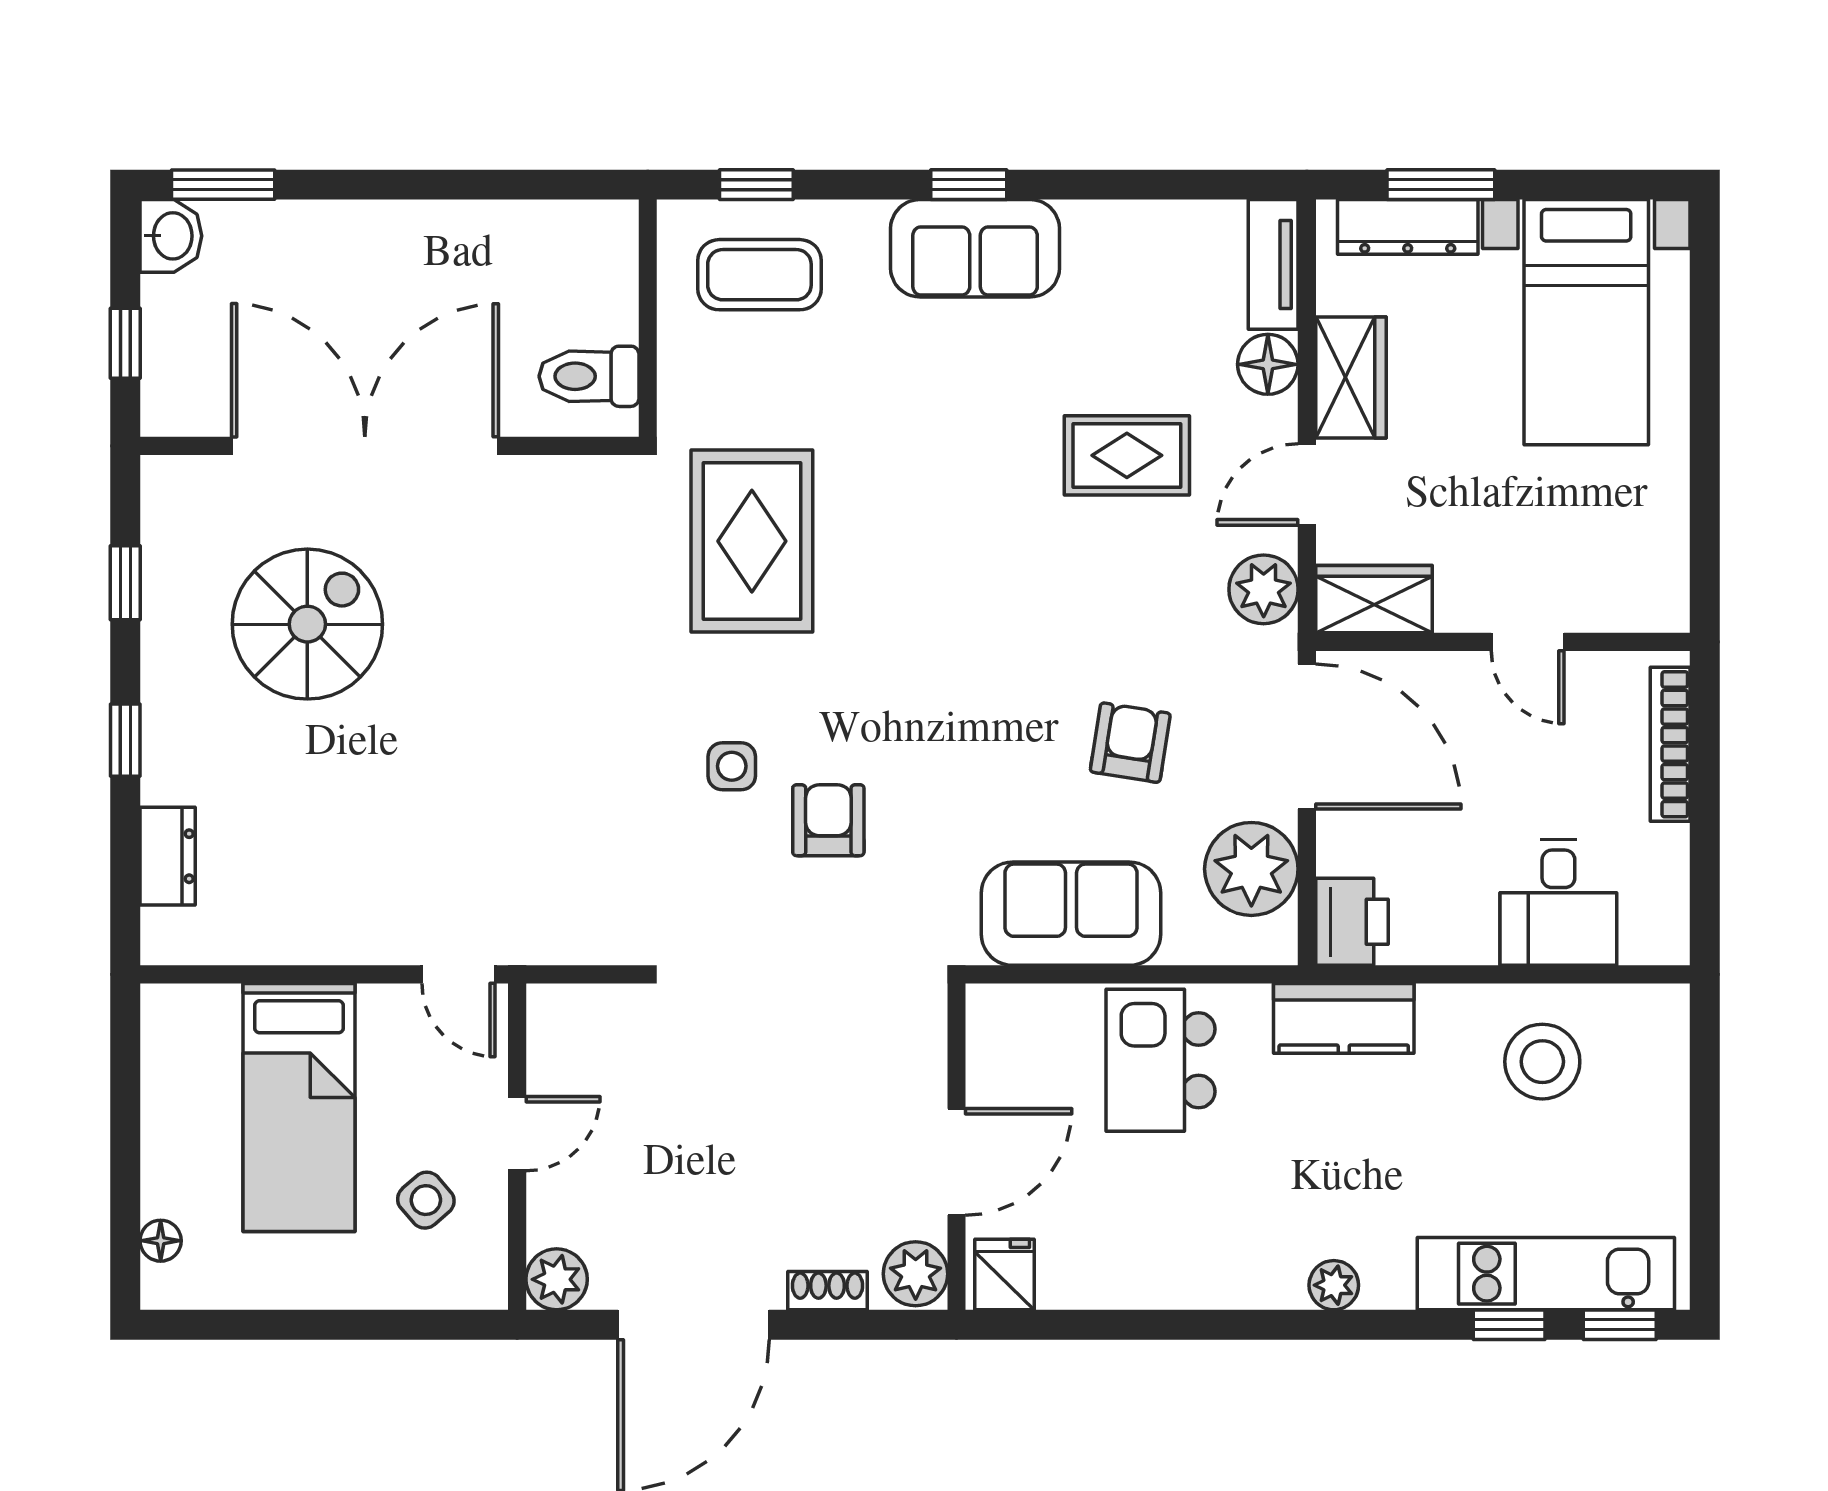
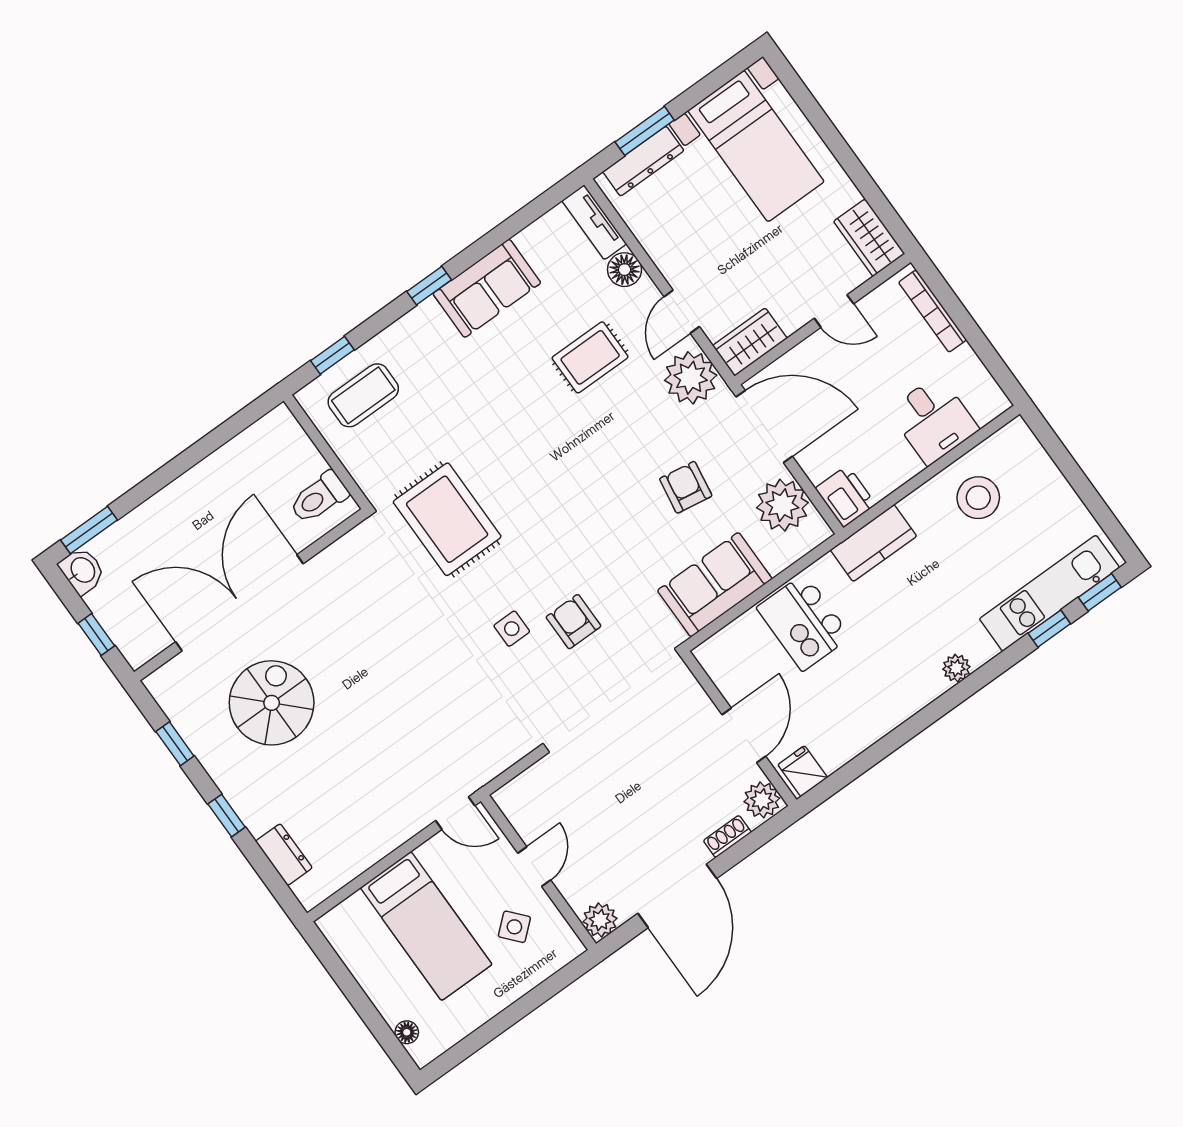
sofa: (975, 248) -> (487, 288), moved
wardrobe: (1351, 377) -> (869, 238), moved, turned 180
plant: (1264, 589) -> (691, 378), width x1.36, depth x1.36

